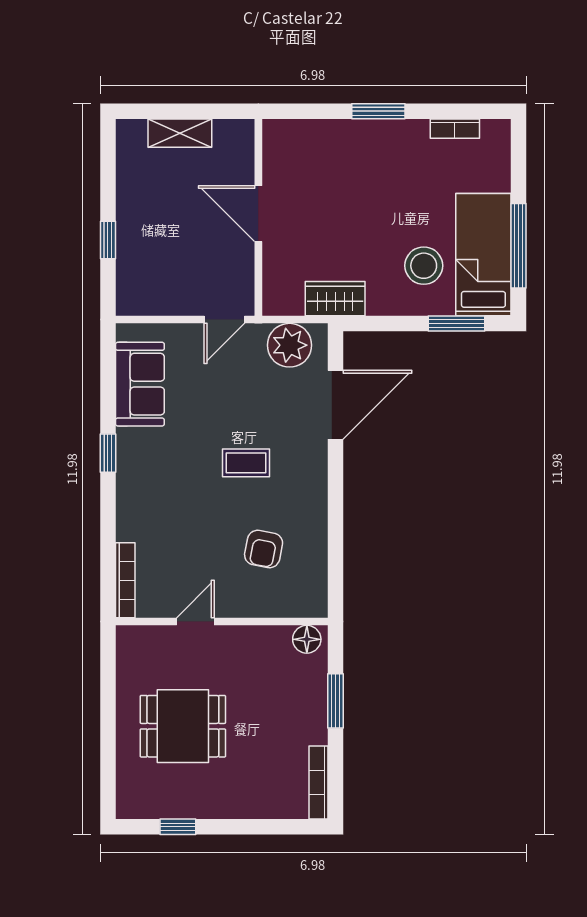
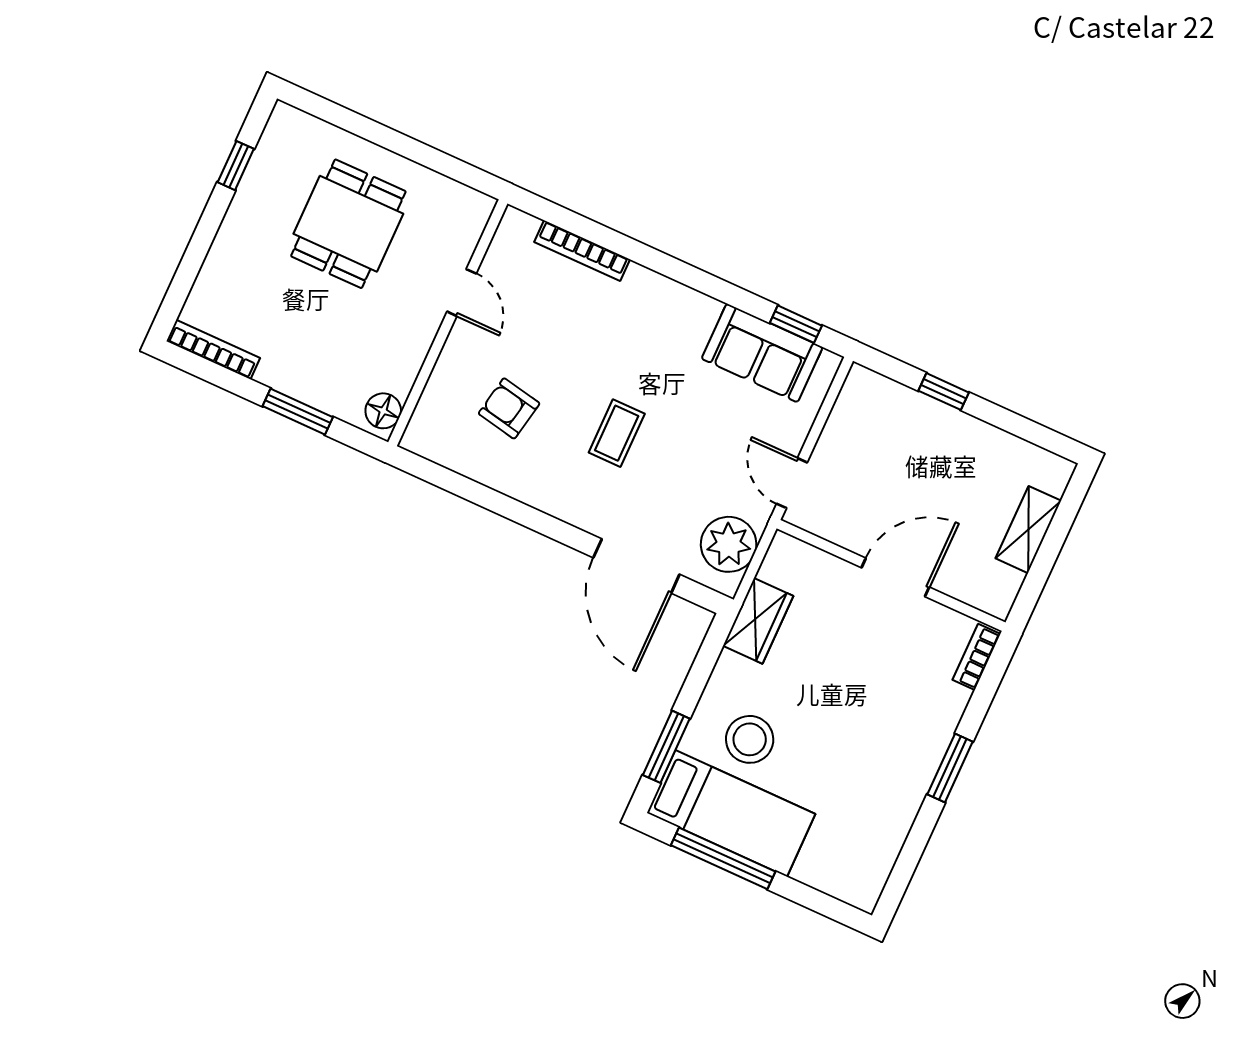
bookcase: (455, 129) -> (977, 657), moved
window: (108, 453) -> (796, 324), moved
bookcase: (125, 580) -> (582, 251), moved

